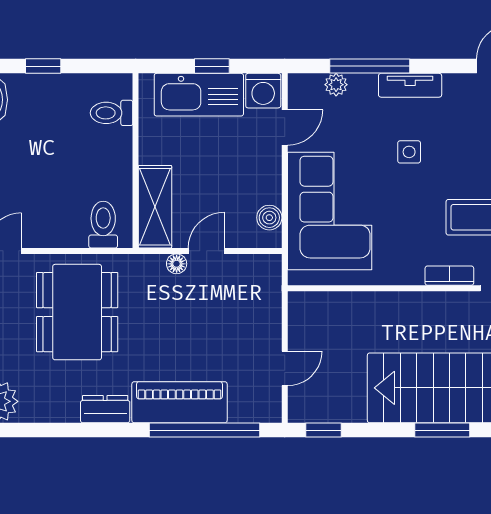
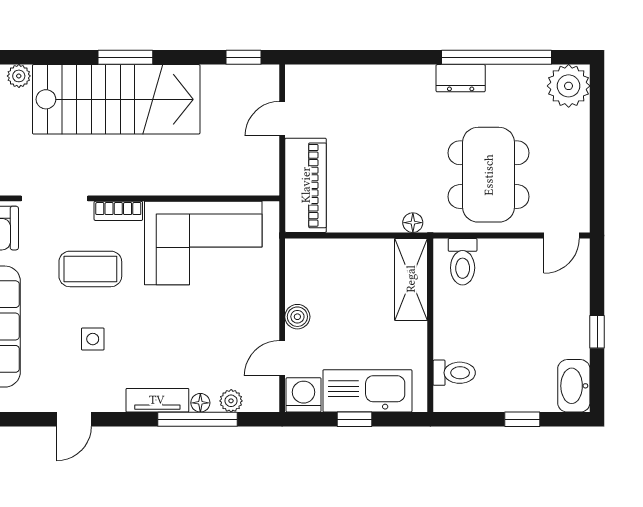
floor lamp: (367, 83) -> (200, 403), added
side table: (409, 152) -> (93, 339), moved
corner sofa: (330, 211) -> (203, 243), moved, turned -90
boiler: (269, 218) -> (297, 317), moved
door: (206, 251) -> (360, 235), removed
floor lamp: (177, 264) -> (413, 223), moved
piano: (179, 402) -> (306, 185), moved, turned -90
window: (205, 430) -> (496, 57), moved

